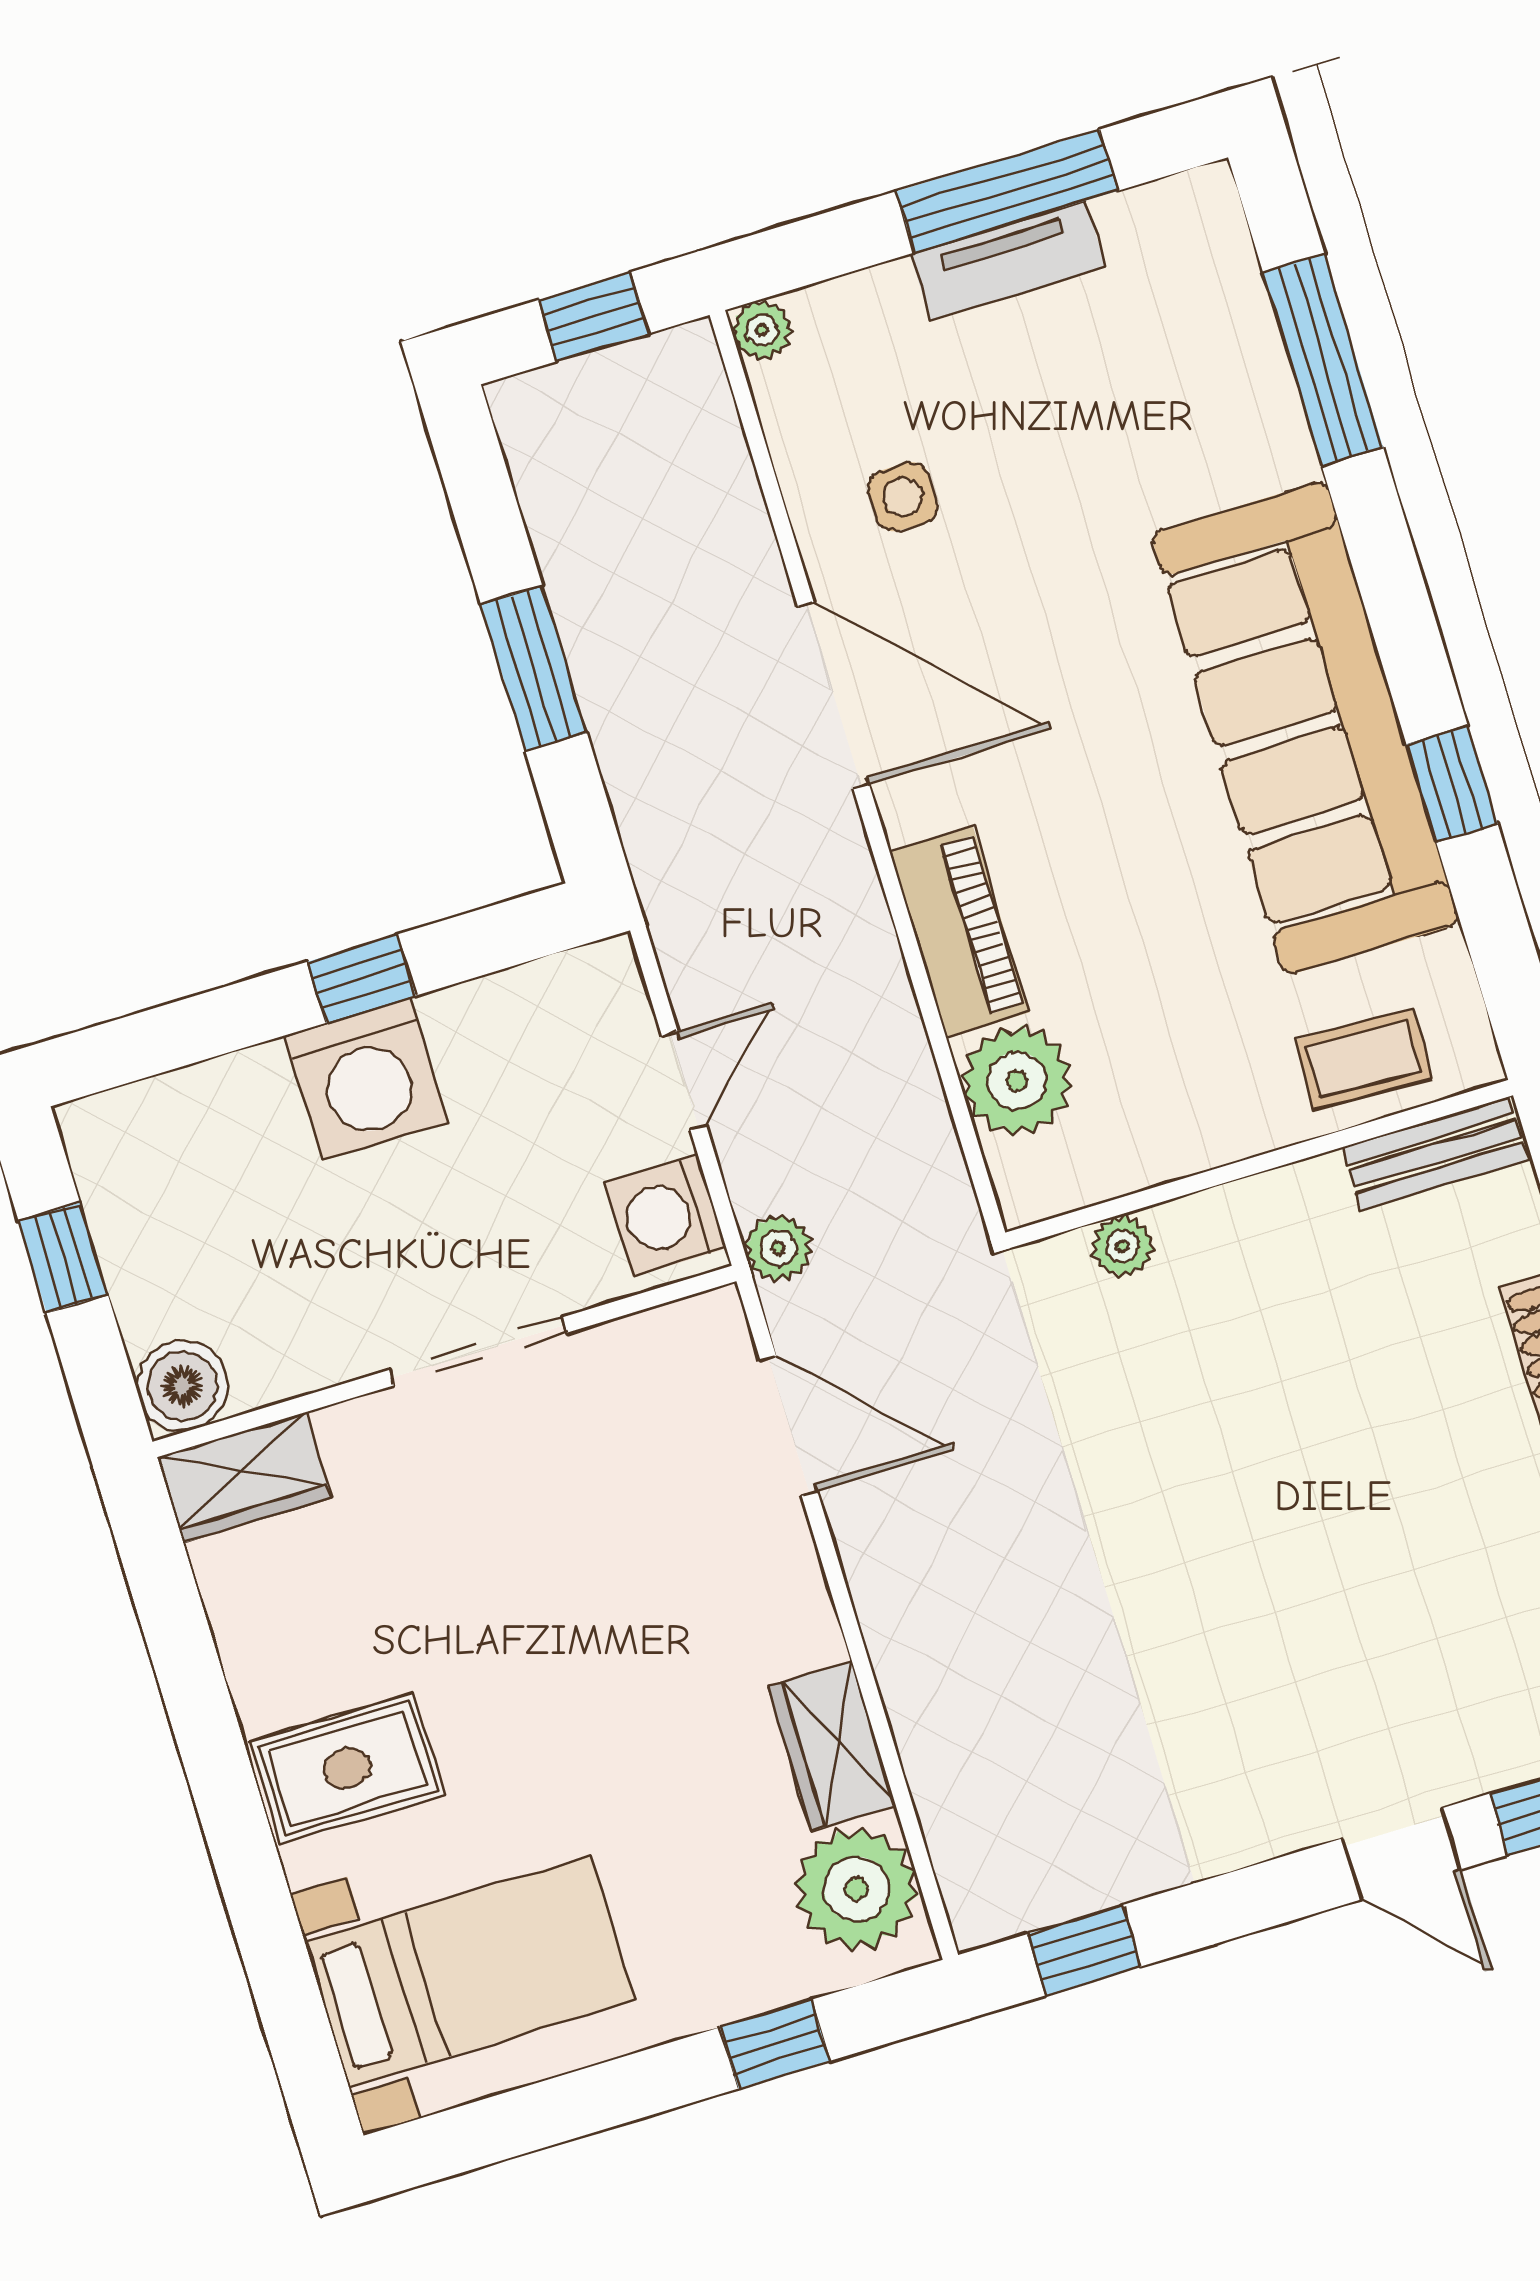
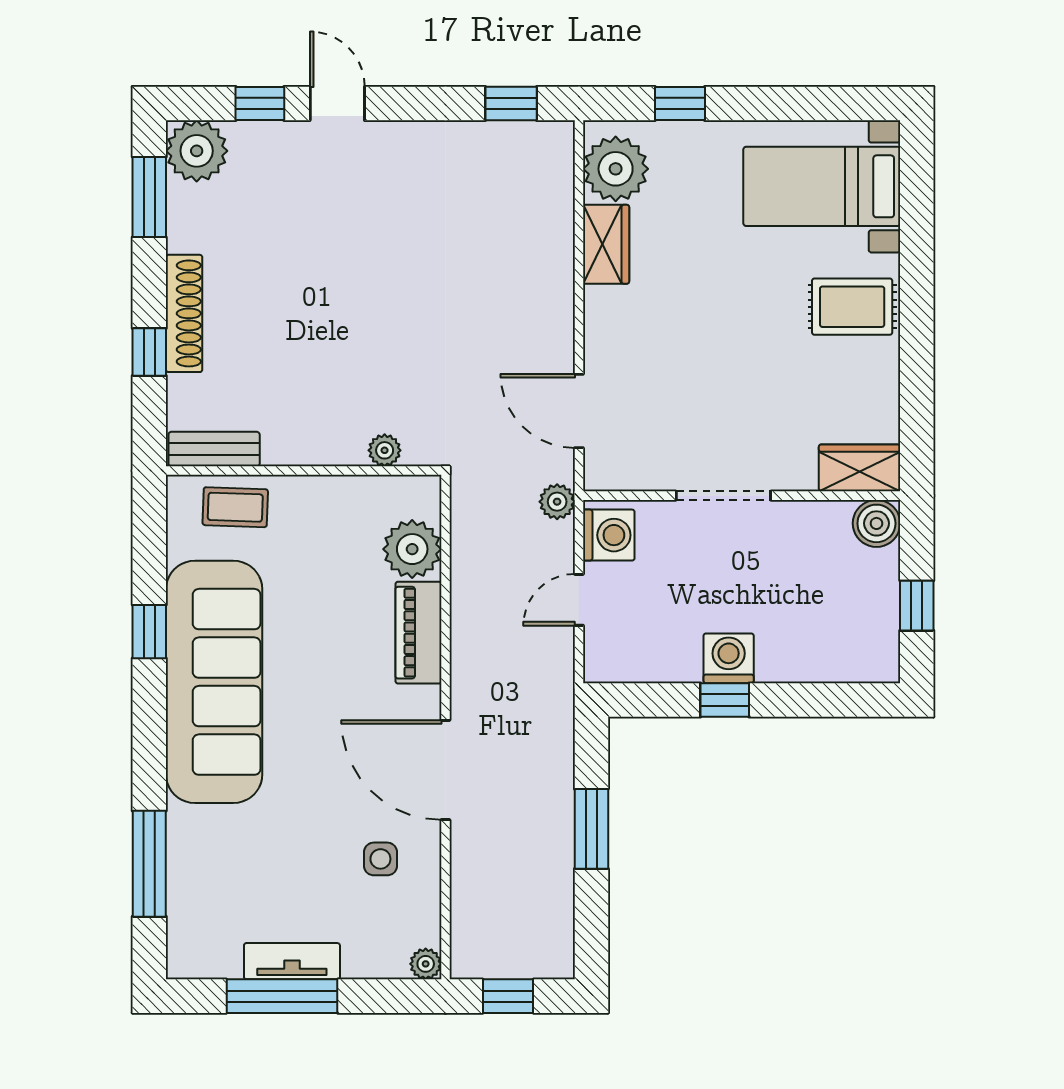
washing machine: (366, 1079) -> (729, 658), width x0.73, depth x0.73

